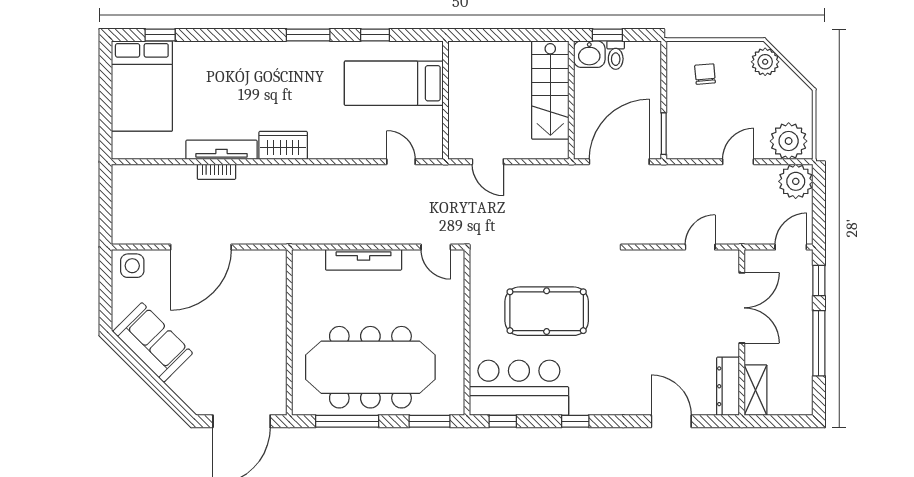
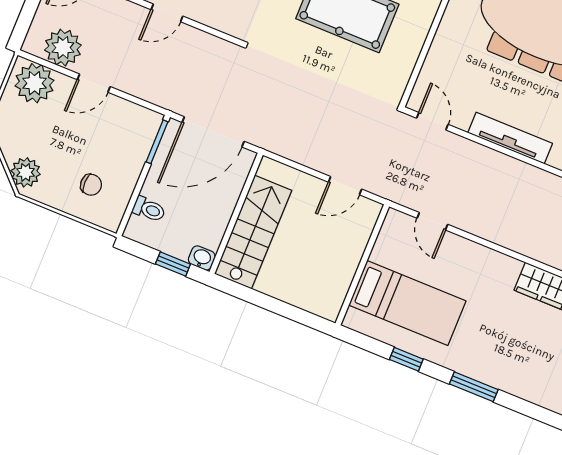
washbasin: (589, 54) -> (202, 258), width x0.72, depth x0.69
toilet: (616, 55) -> (149, 209), moved, turned 90
chair: (705, 74) -> (91, 185), turned -85
door: (488, 162) -> (345, 186), swing flipped
plant: (796, 181) -> (63, 48), moved

